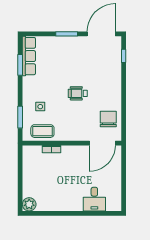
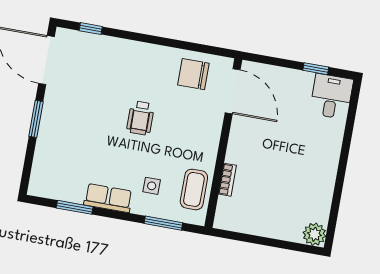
row of seats: (29, 56) -> (108, 198), moved, width x0.68
window: (124, 188) -> (316, 69), added
desk: (94, 199) -> (331, 96), moved, turned -90

